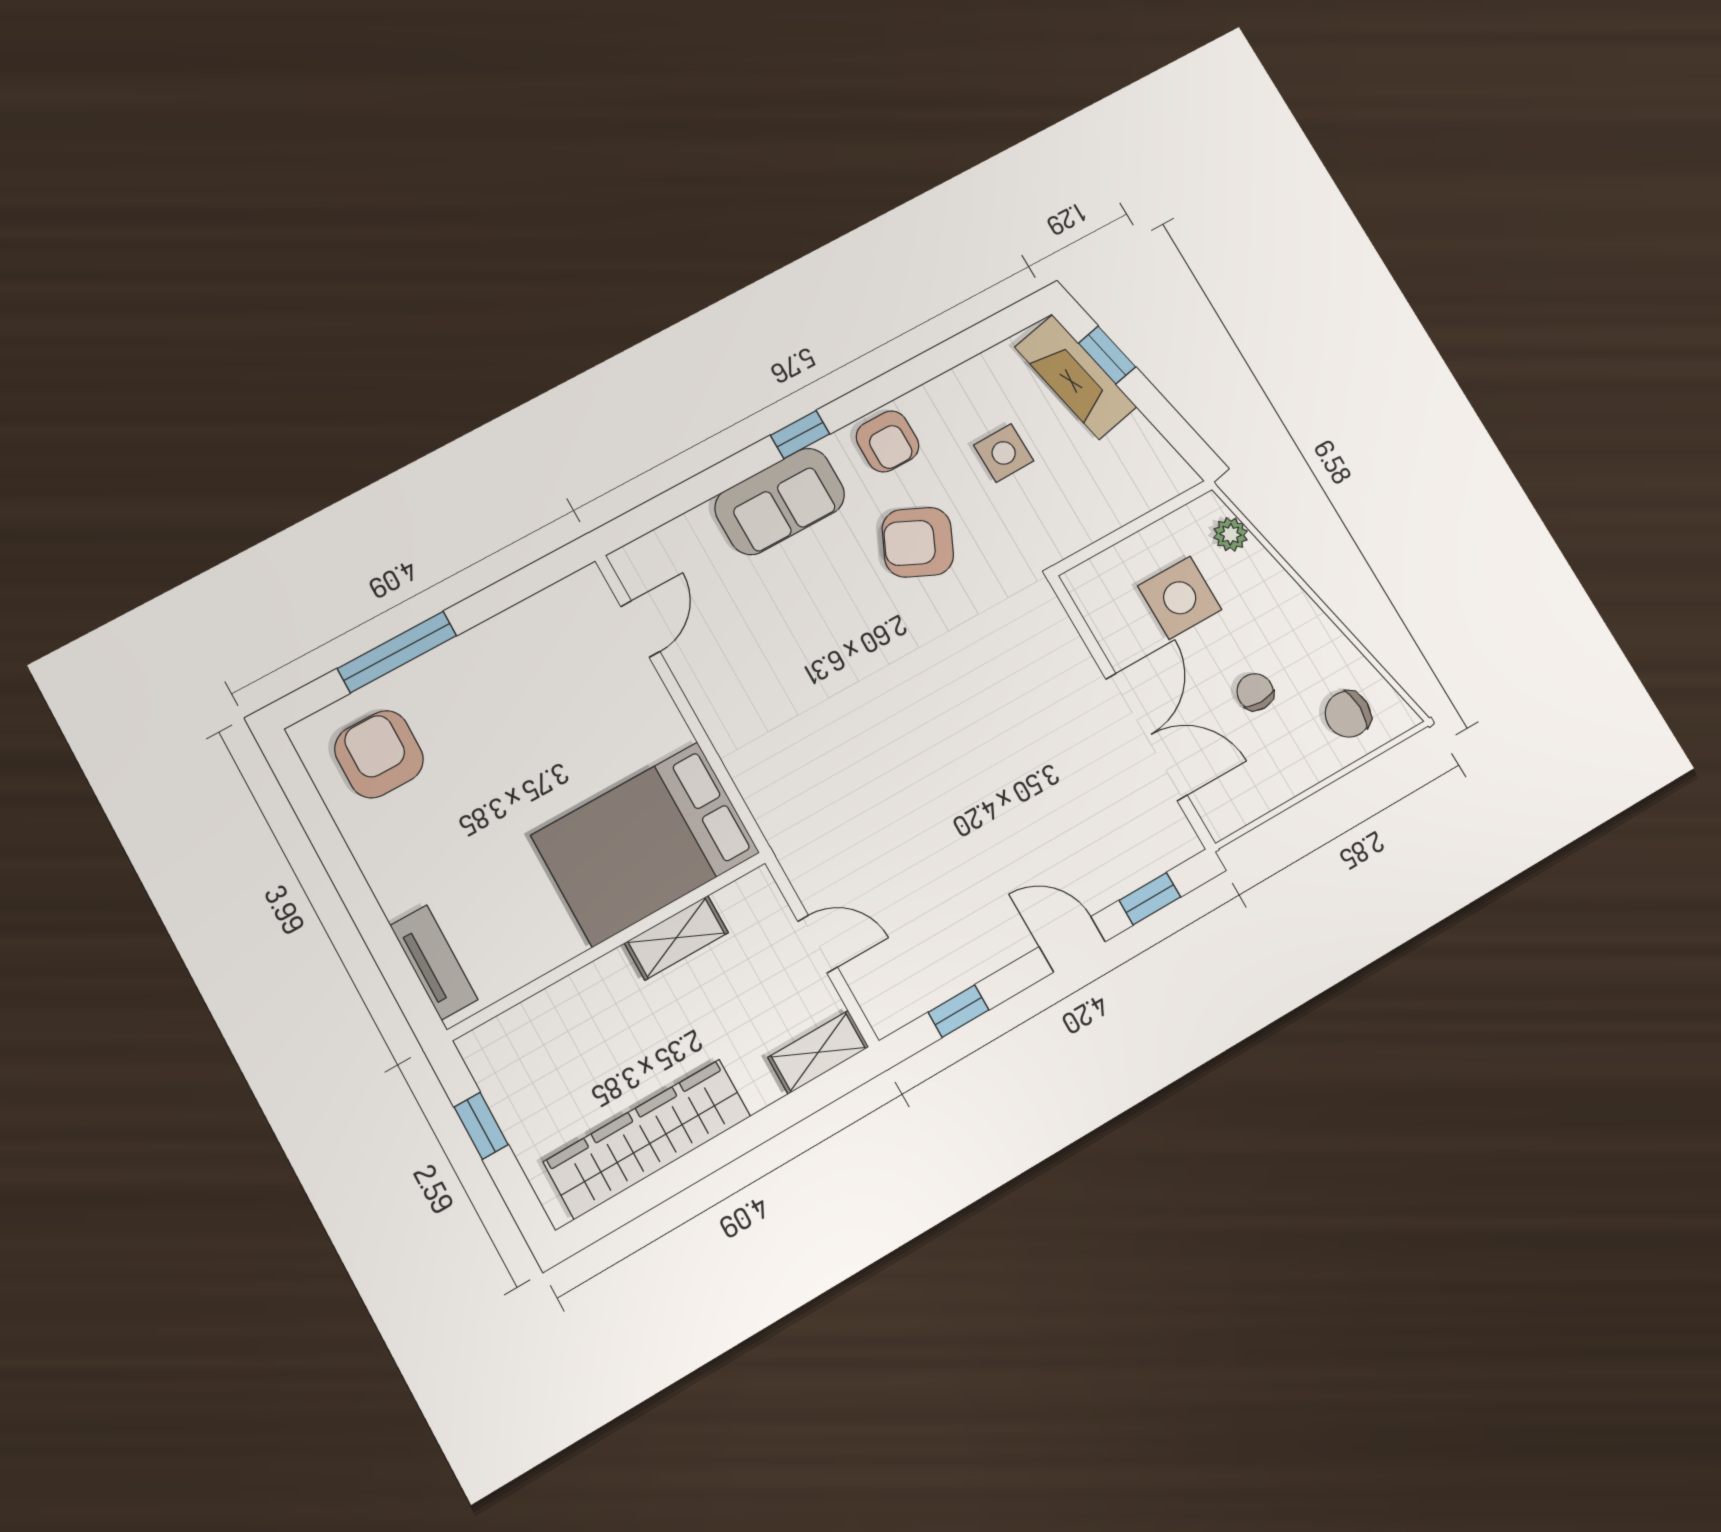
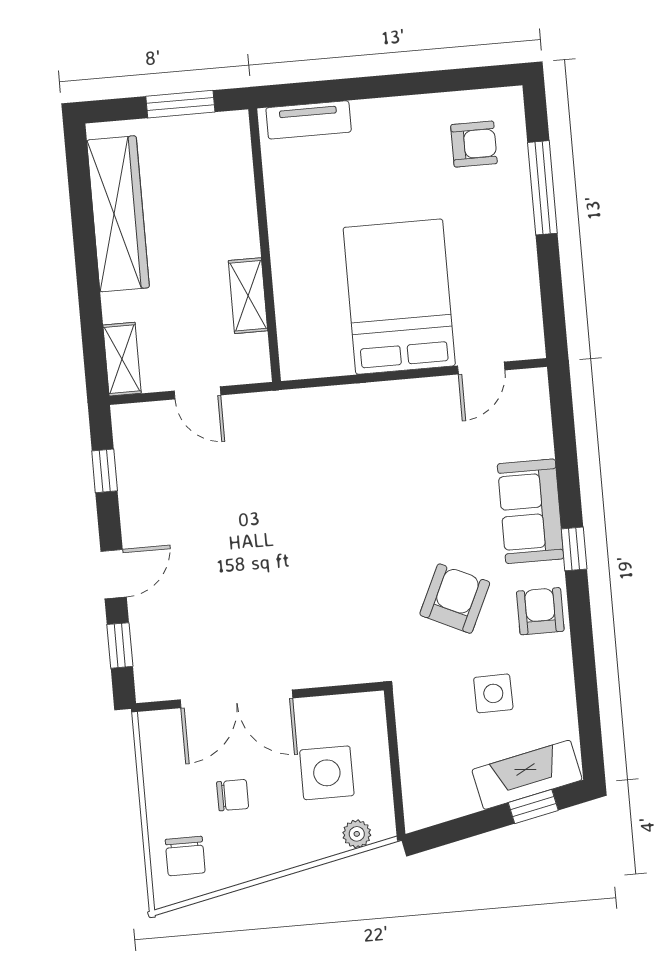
armchair: (887, 441) -> (540, 611), turned 90
door: (640, 629) -> (481, 368), hinge flipped
chair: (1348, 714) -> (185, 856), turned 180
armchair: (379, 754) -> (474, 144), width x0.72, depth x0.72
bed: (645, 844) -> (399, 297), moved
door: (818, 944) -> (197, 393), hinge flipped
window: (481, 1126) -> (180, 104), width x1.50

